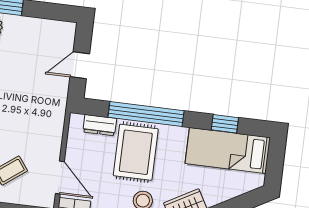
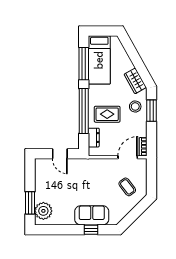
window: (225, 124) -> (84, 64), width x2.17
rug: (136, 152) -> (107, 114), width x0.73, depth x0.70

